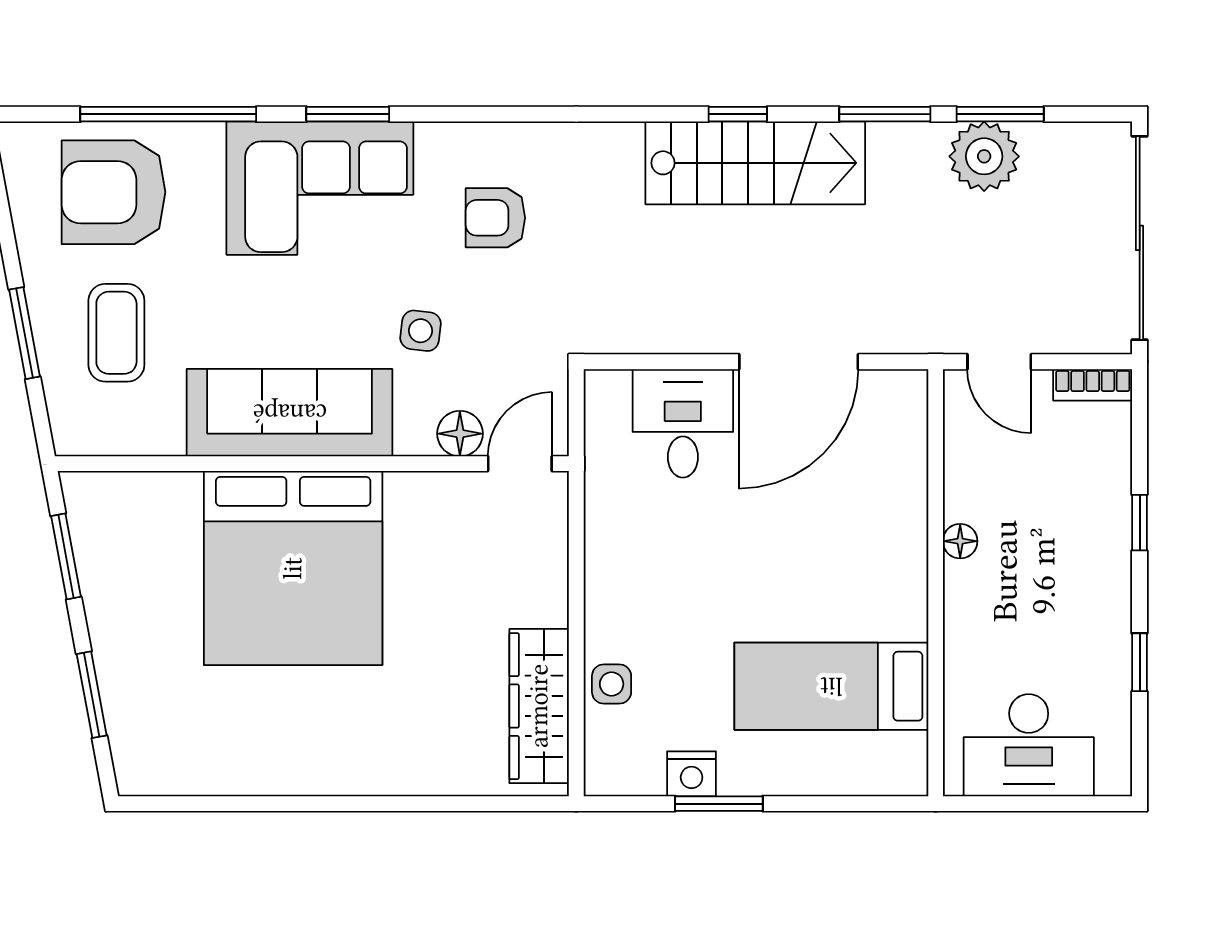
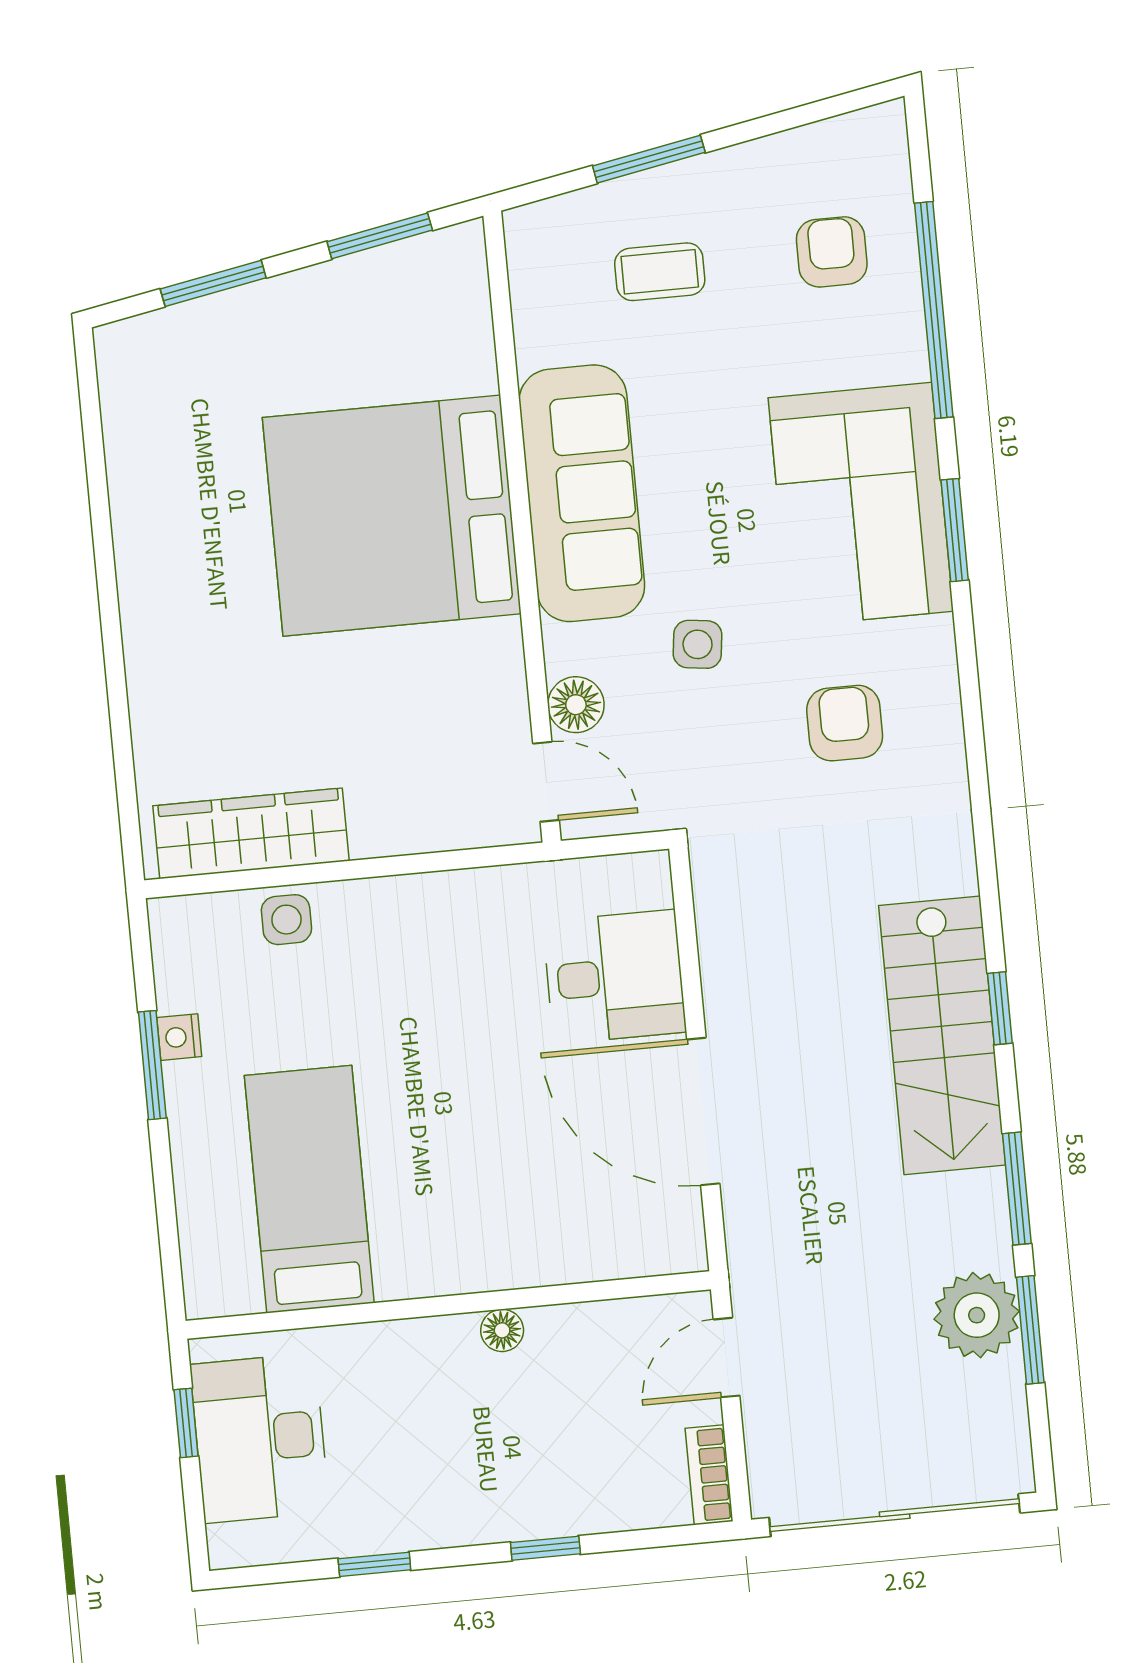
armchair: (114, 192) -> (832, 252), width x0.53, depth x0.53
coffee table: (116, 333) -> (660, 272), width x0.73, depth x0.77
nightstand: (692, 774) -> (179, 1037), width x0.72, depth x0.74
window: (1011, 804) -> (186, 1423), added

